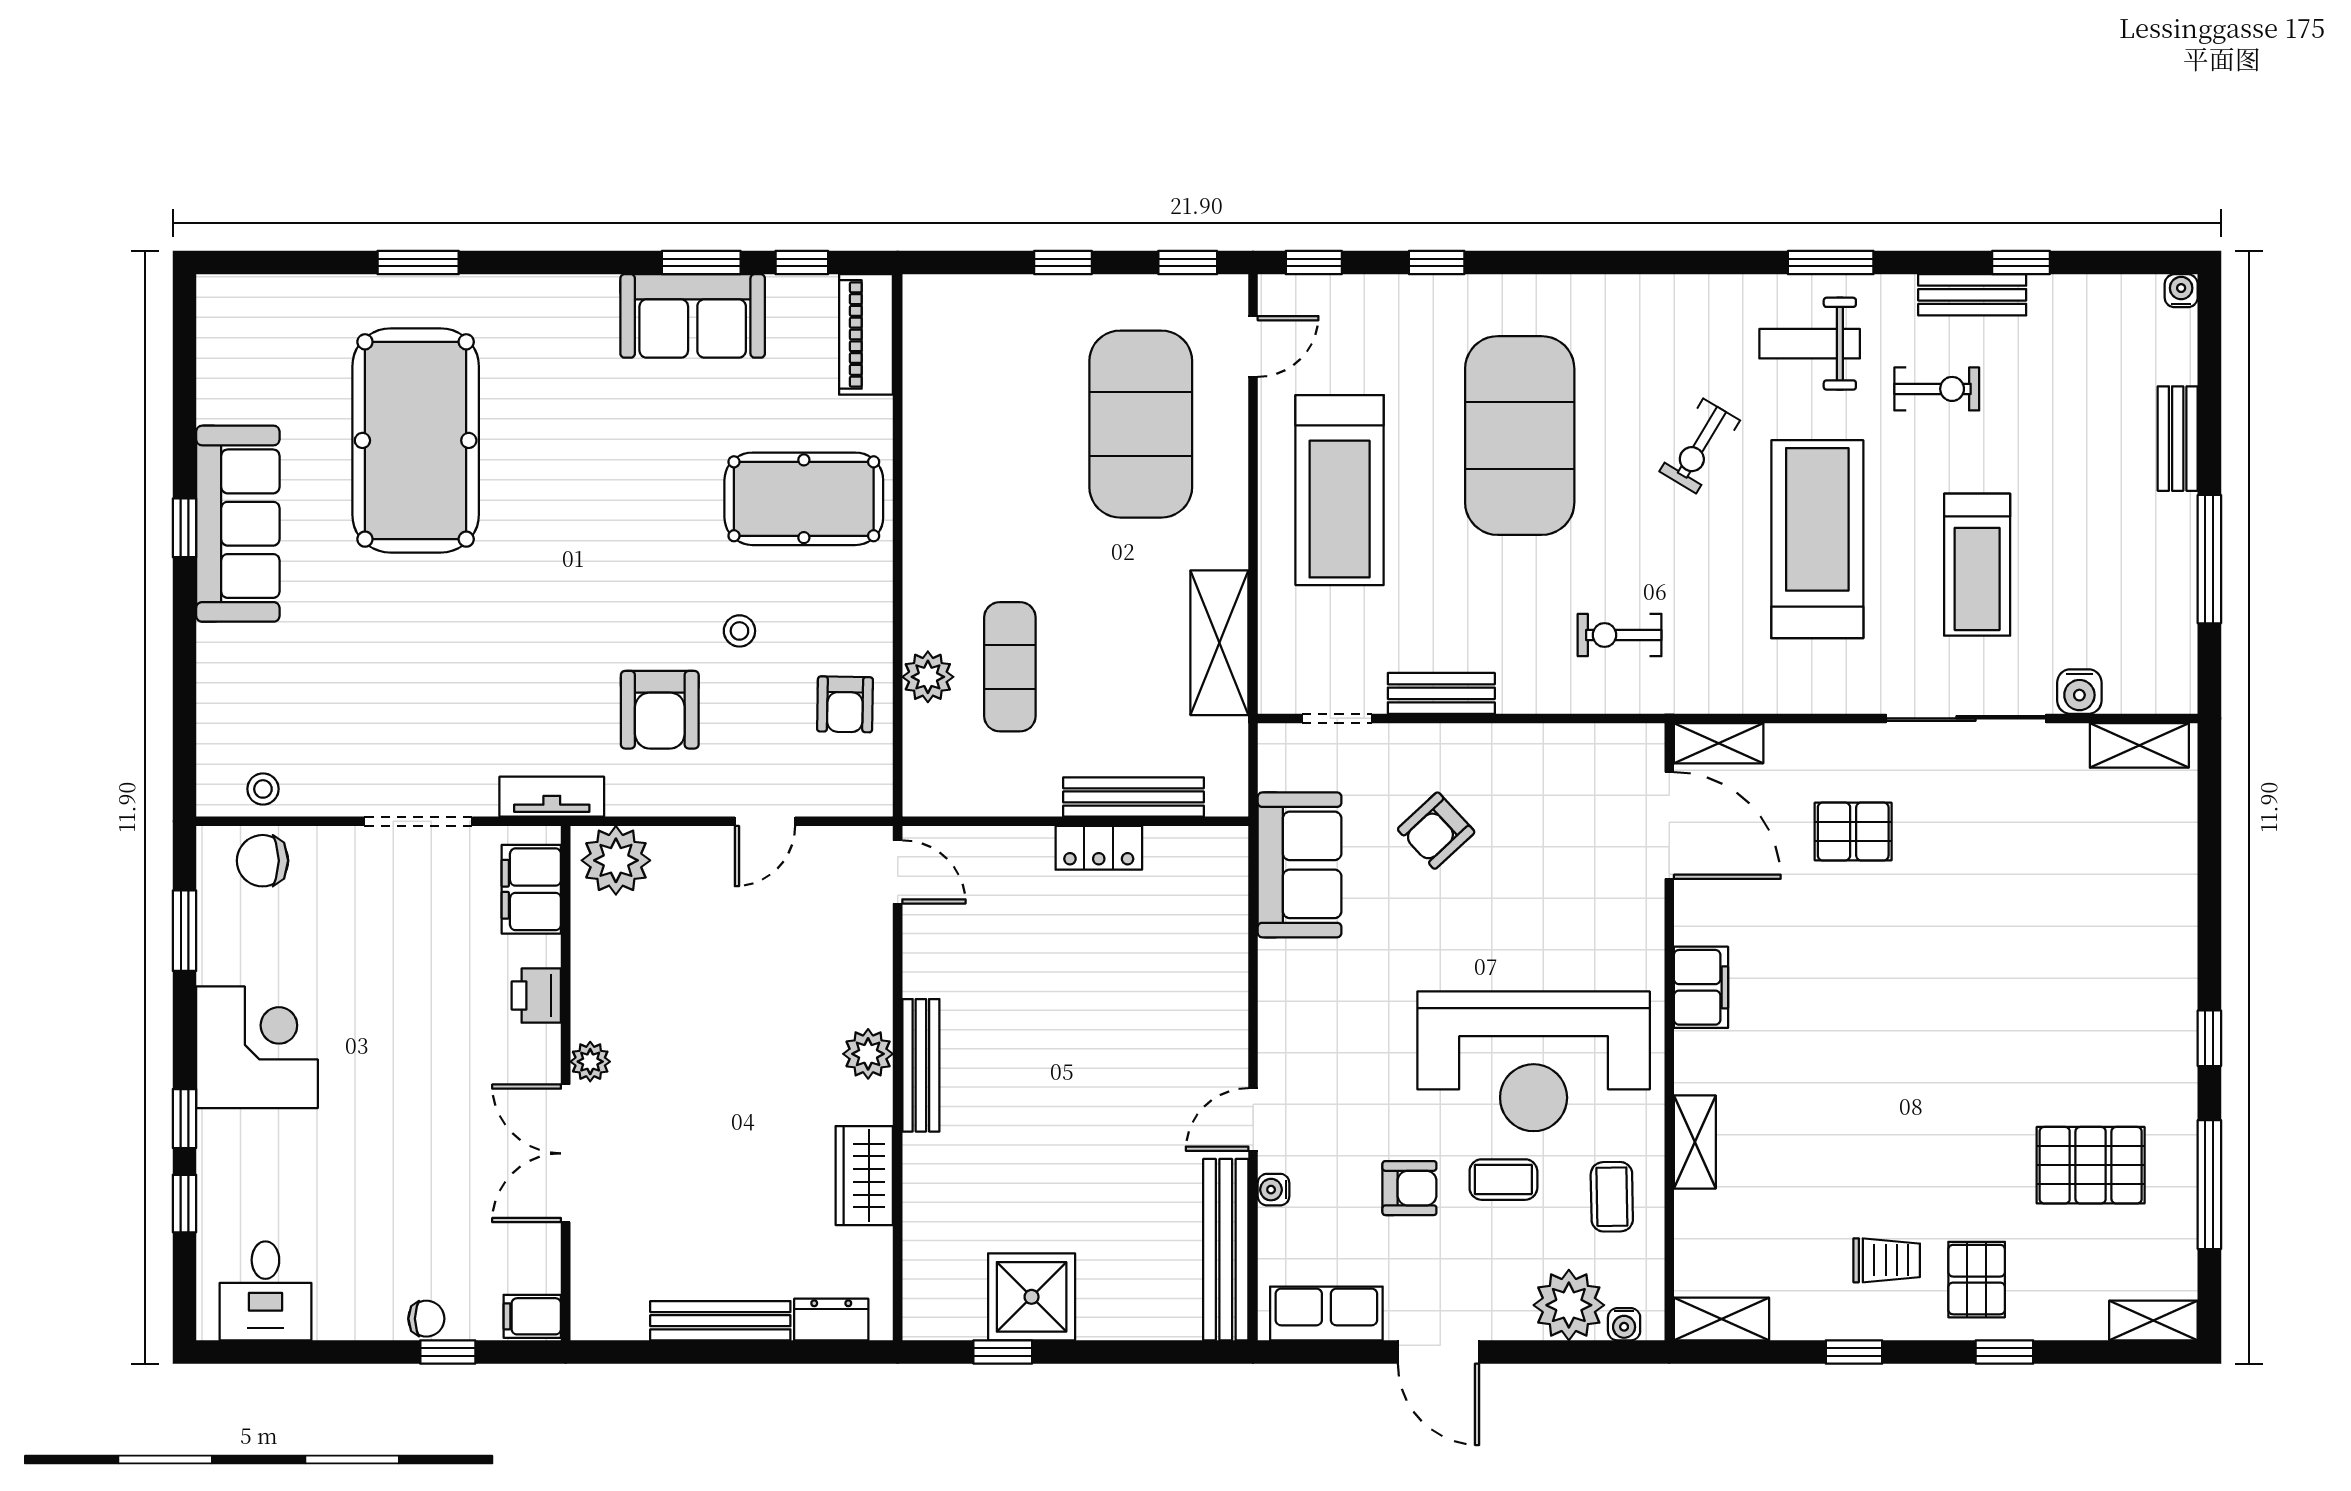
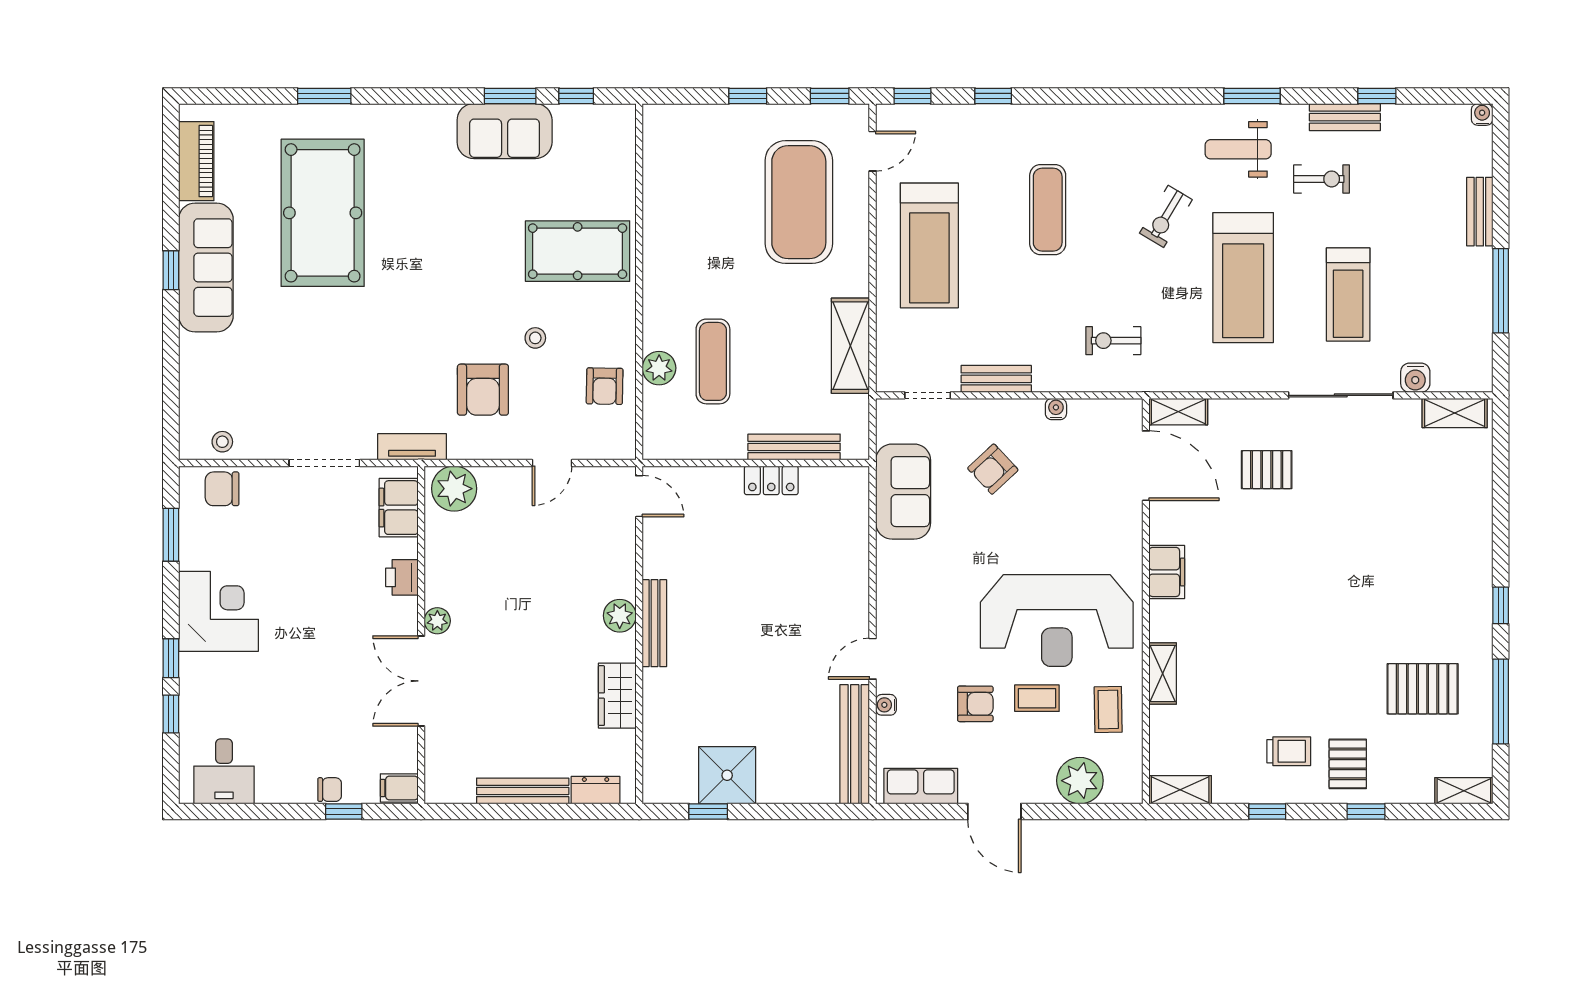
piano: (866, 334) -> (196, 161), moved, turned 180
exercise mat: (1520, 436) -> (1048, 210), width x0.50, depth x0.69
treadmill: (1817, 539) -> (1243, 278), turned 180
water cooler: (1624, 1324) -> (1056, 409), moved, turned 180

